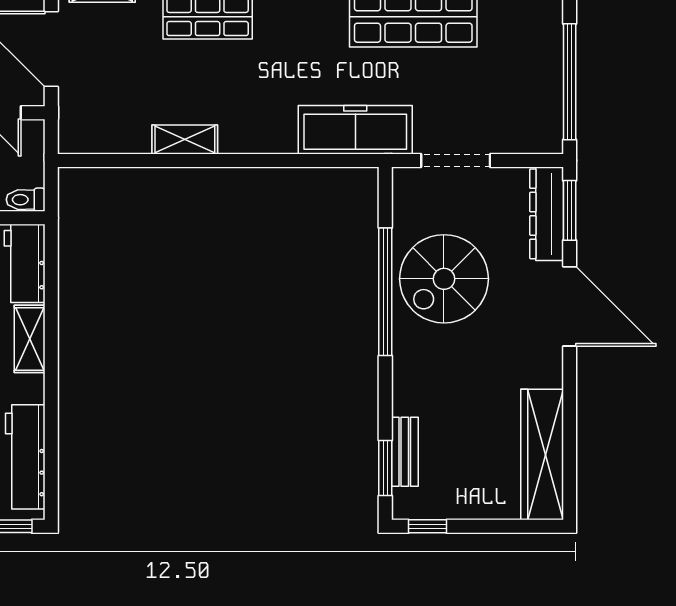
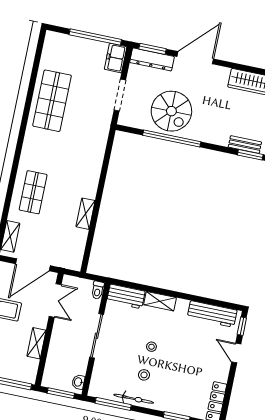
freezer: (355, 130) -> (116, 58), moved, width x0.52, depth x0.79

